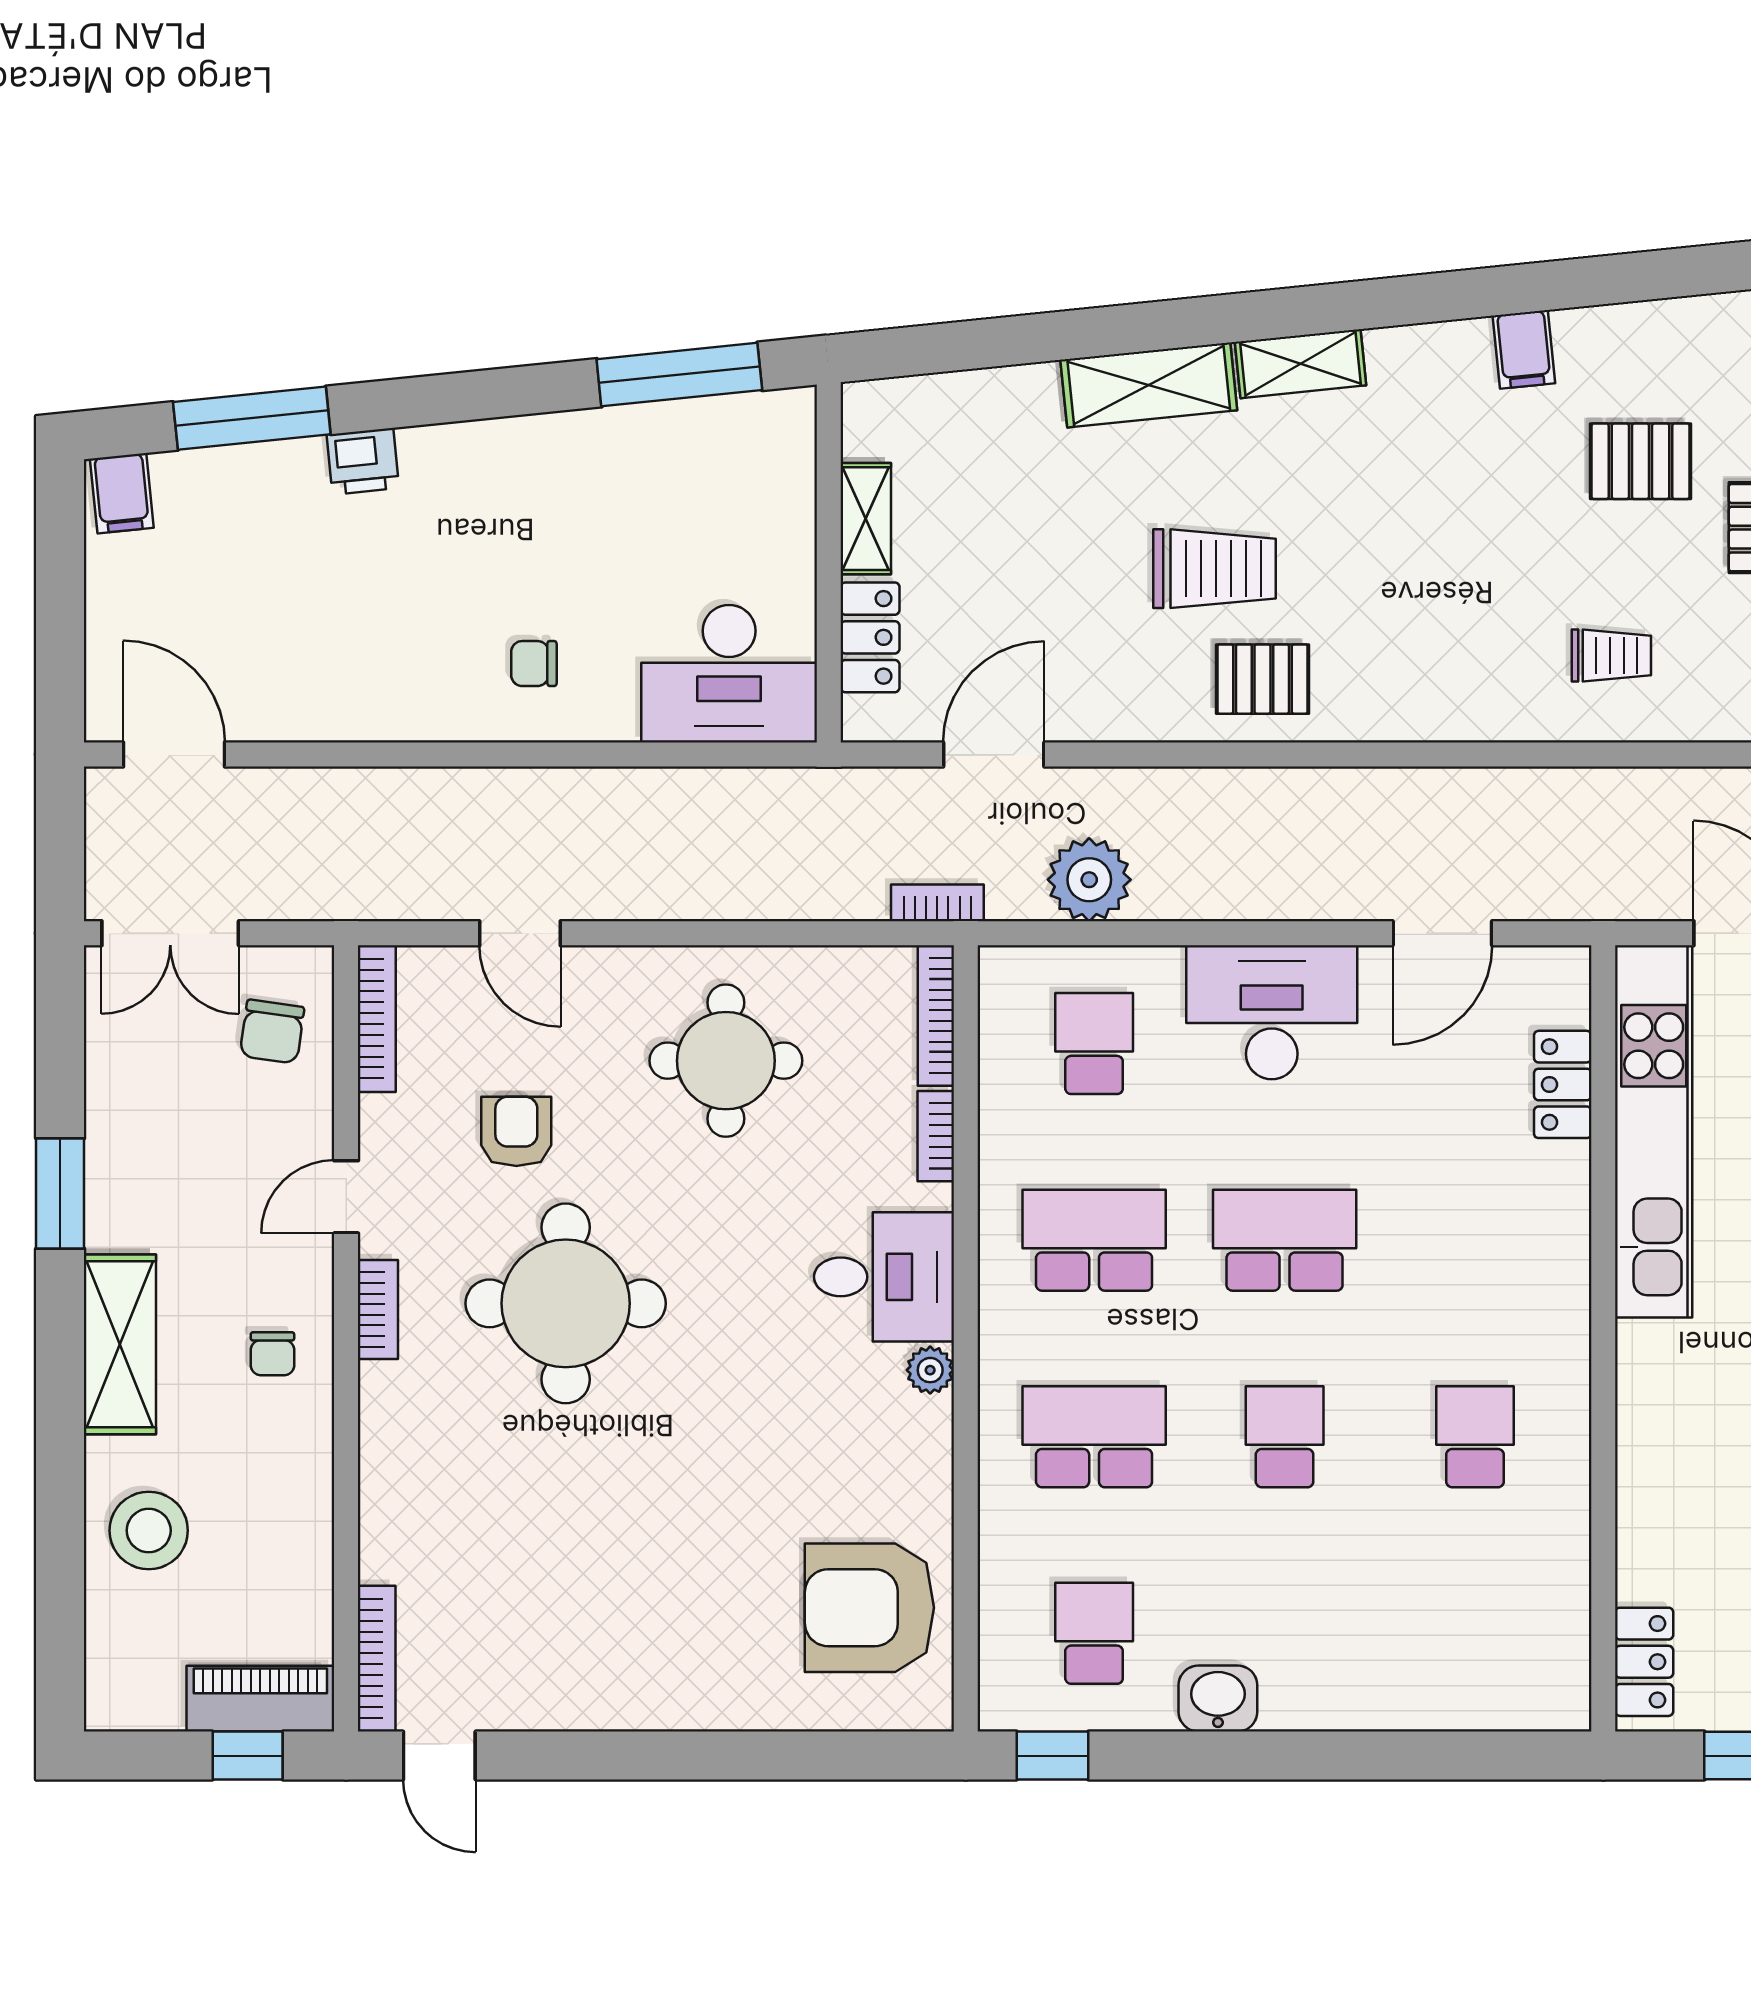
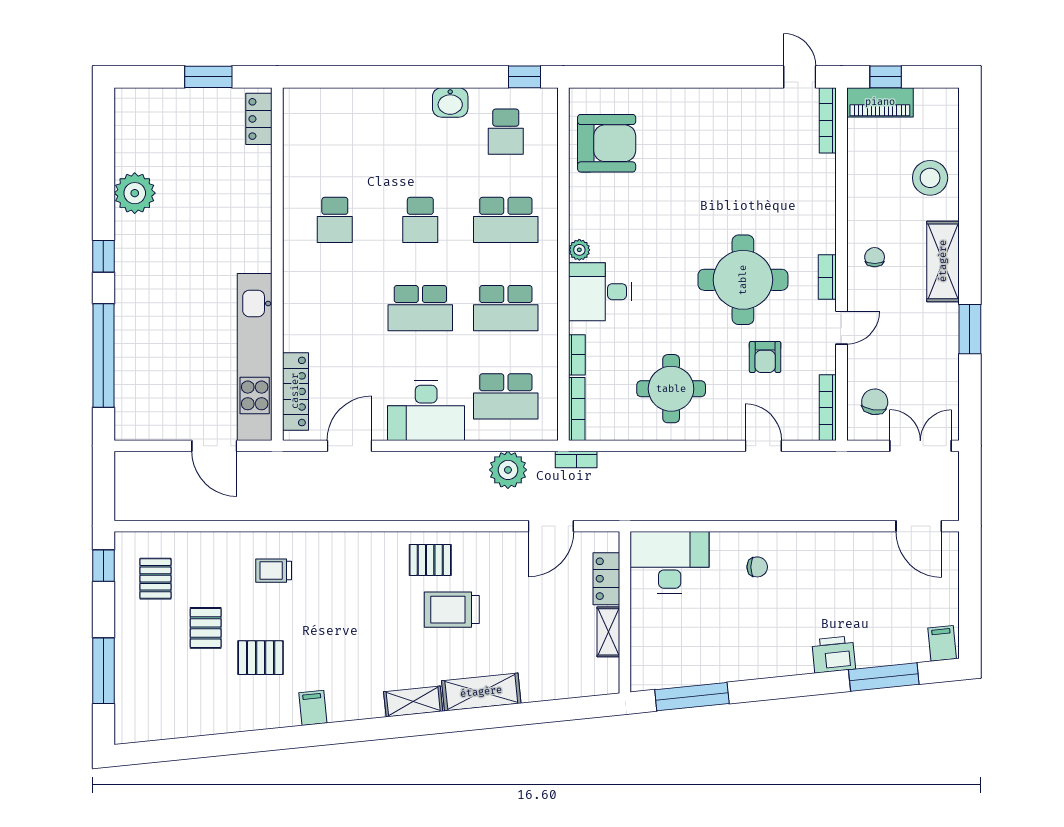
printer: (363, 461) -> (834, 654), width x1.36, depth x1.24
school desk: (1094, 1044) -> (506, 396), width x1.85
locker: (1563, 1084) -> (295, 391), width x1.53

